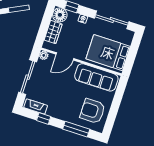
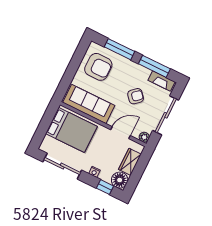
armchair: (56, 90) -> (136, 96), added
window: (44, 118) -> (154, 66), width x2.17

